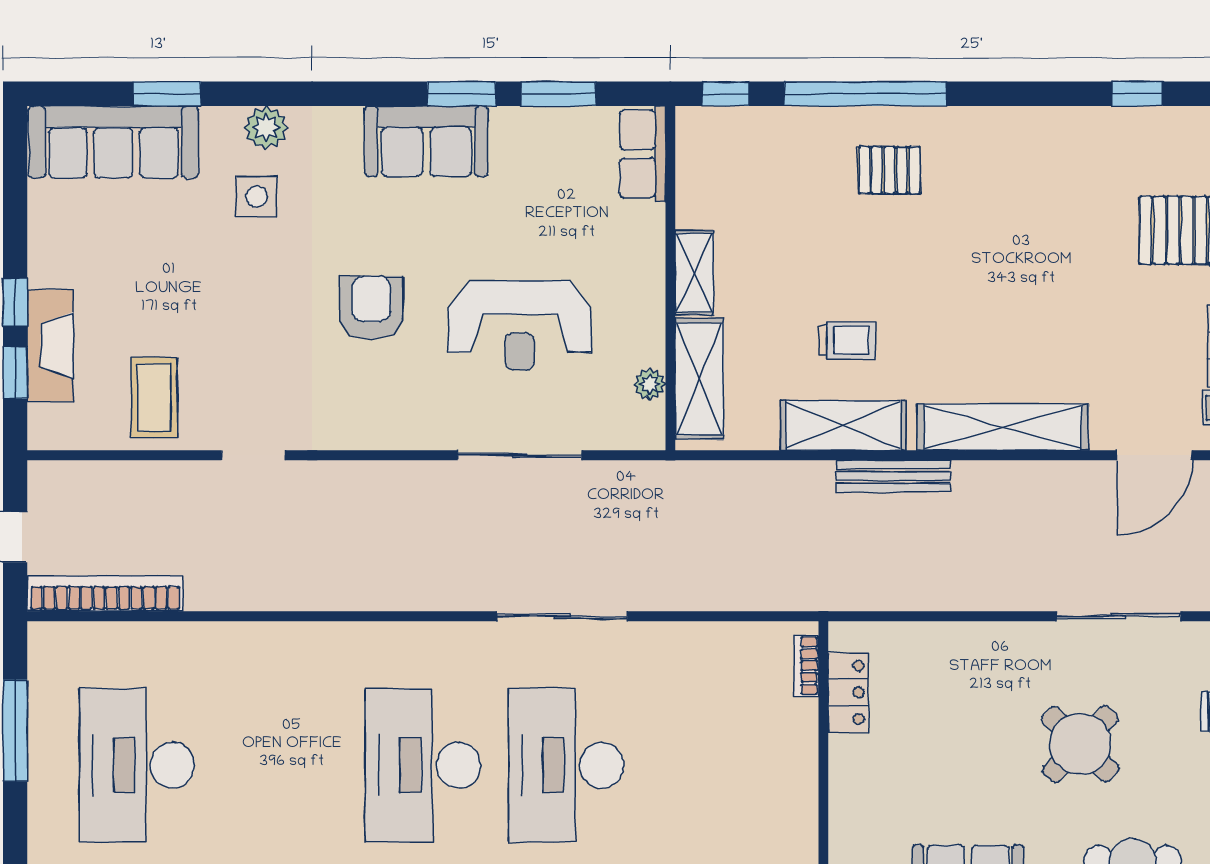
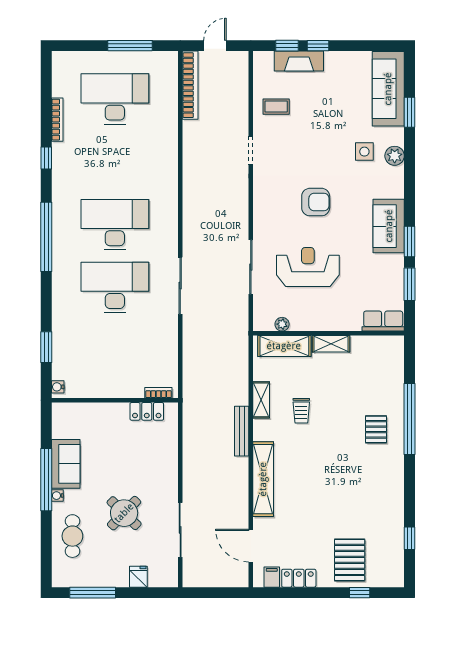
window: (726, 94) -> (410, 357), removed
reception desk: (520, 325) -> (308, 267), turned 90
coffee table: (154, 398) -> (276, 107), width x0.73, depth x0.77
shelving: (843, 425) -> (261, 400), width x0.67, depth x0.75

